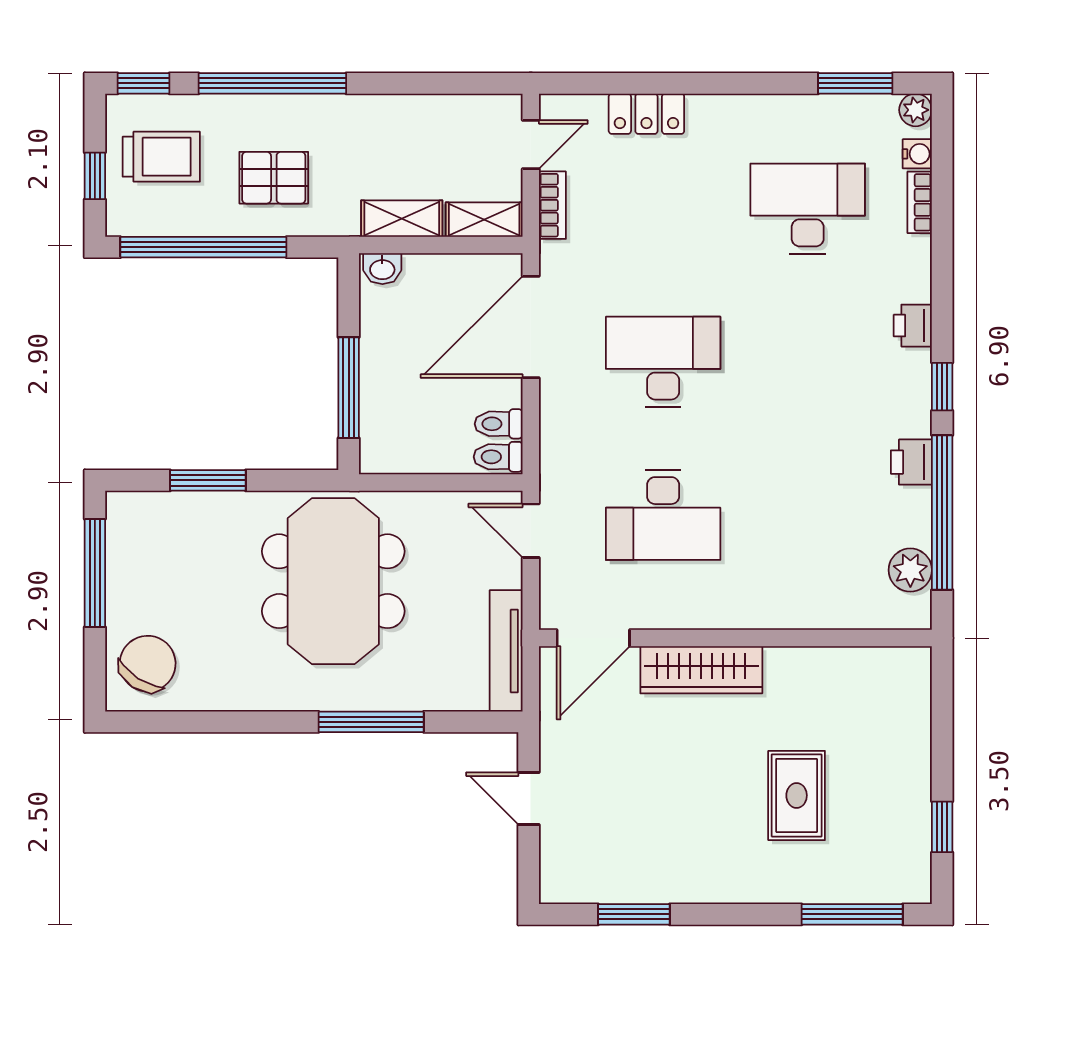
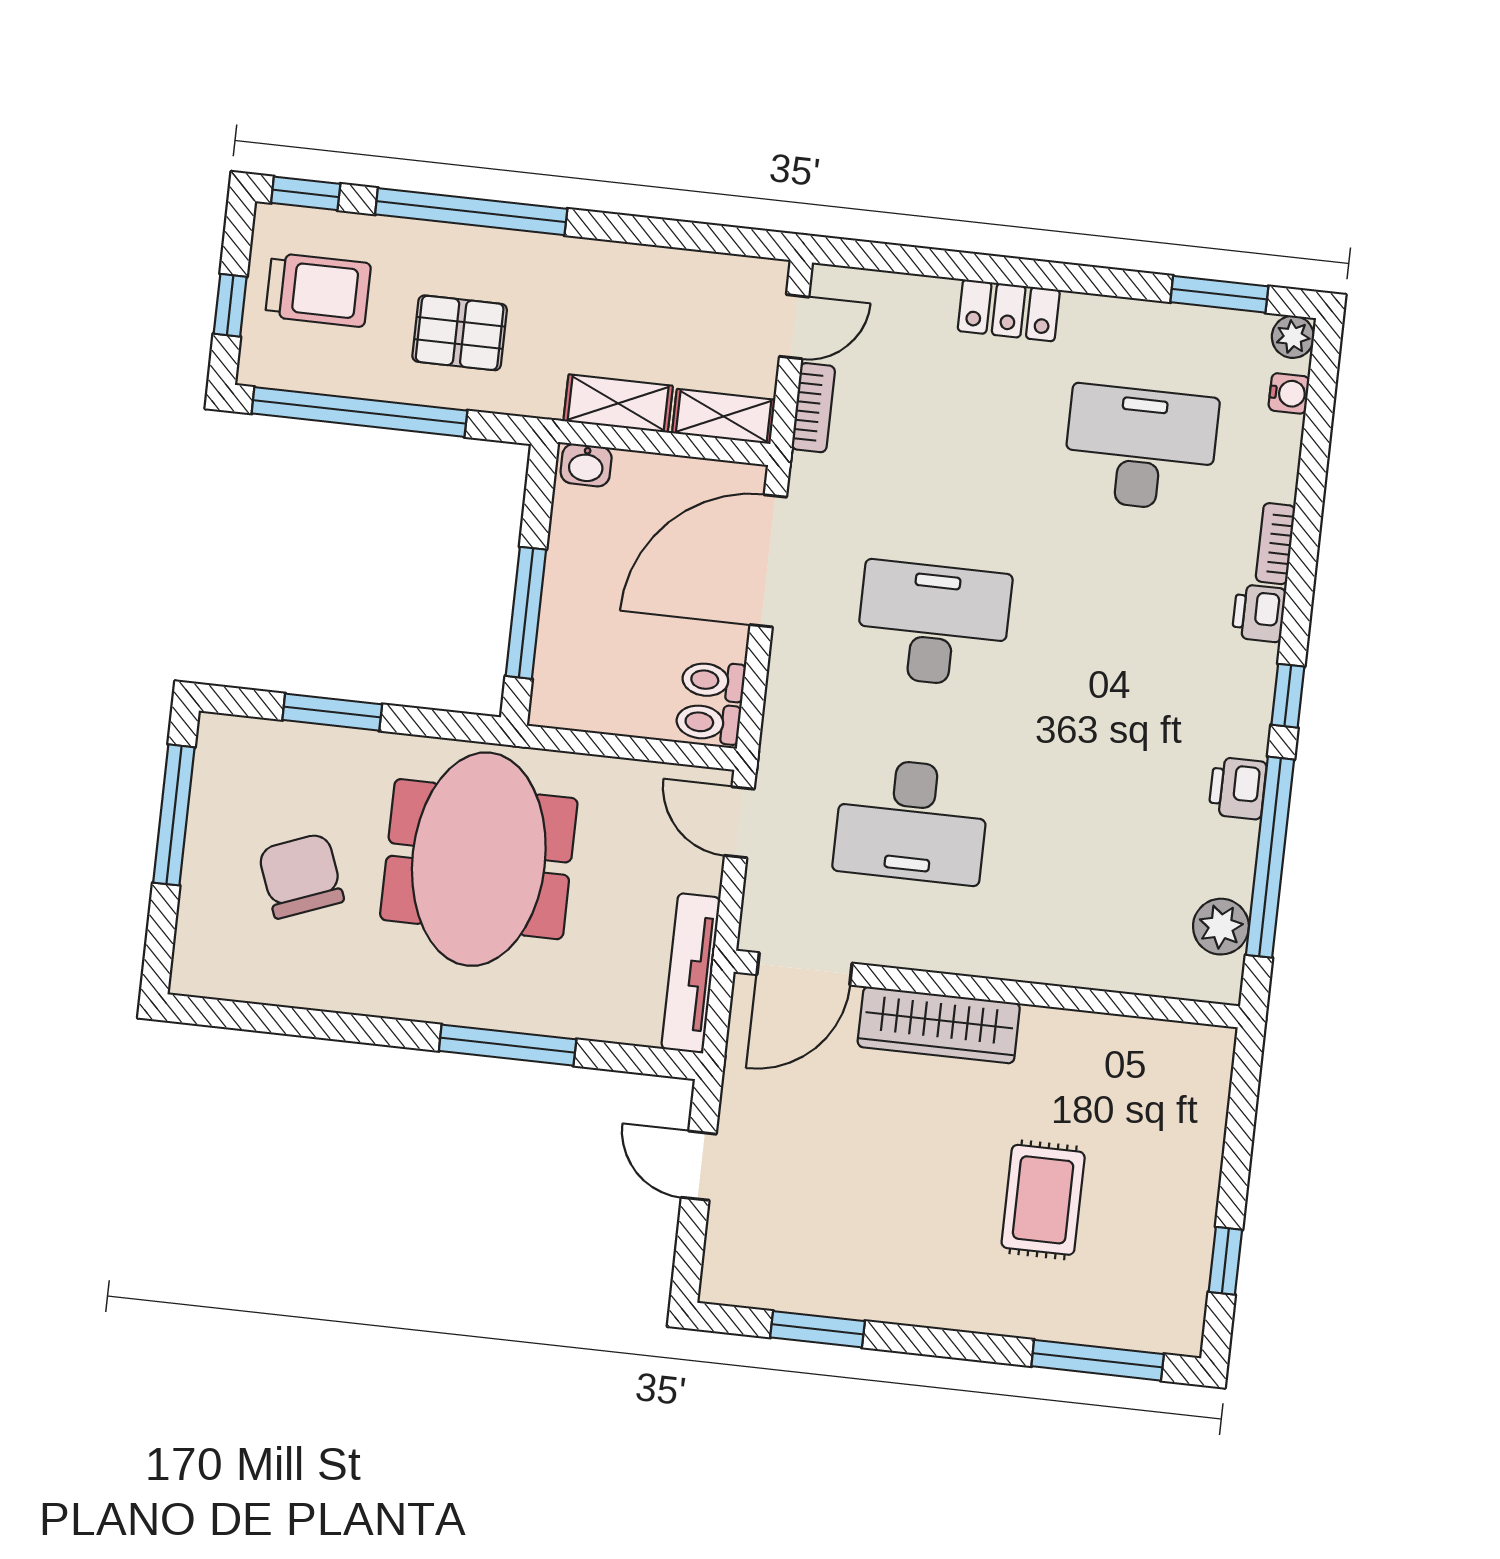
locker: (646, 114) -> (1009, 310), moved
bookcase: (920, 202) -> (1275, 544), moved
chair: (148, 664) -> (301, 876), moved, turned -54

